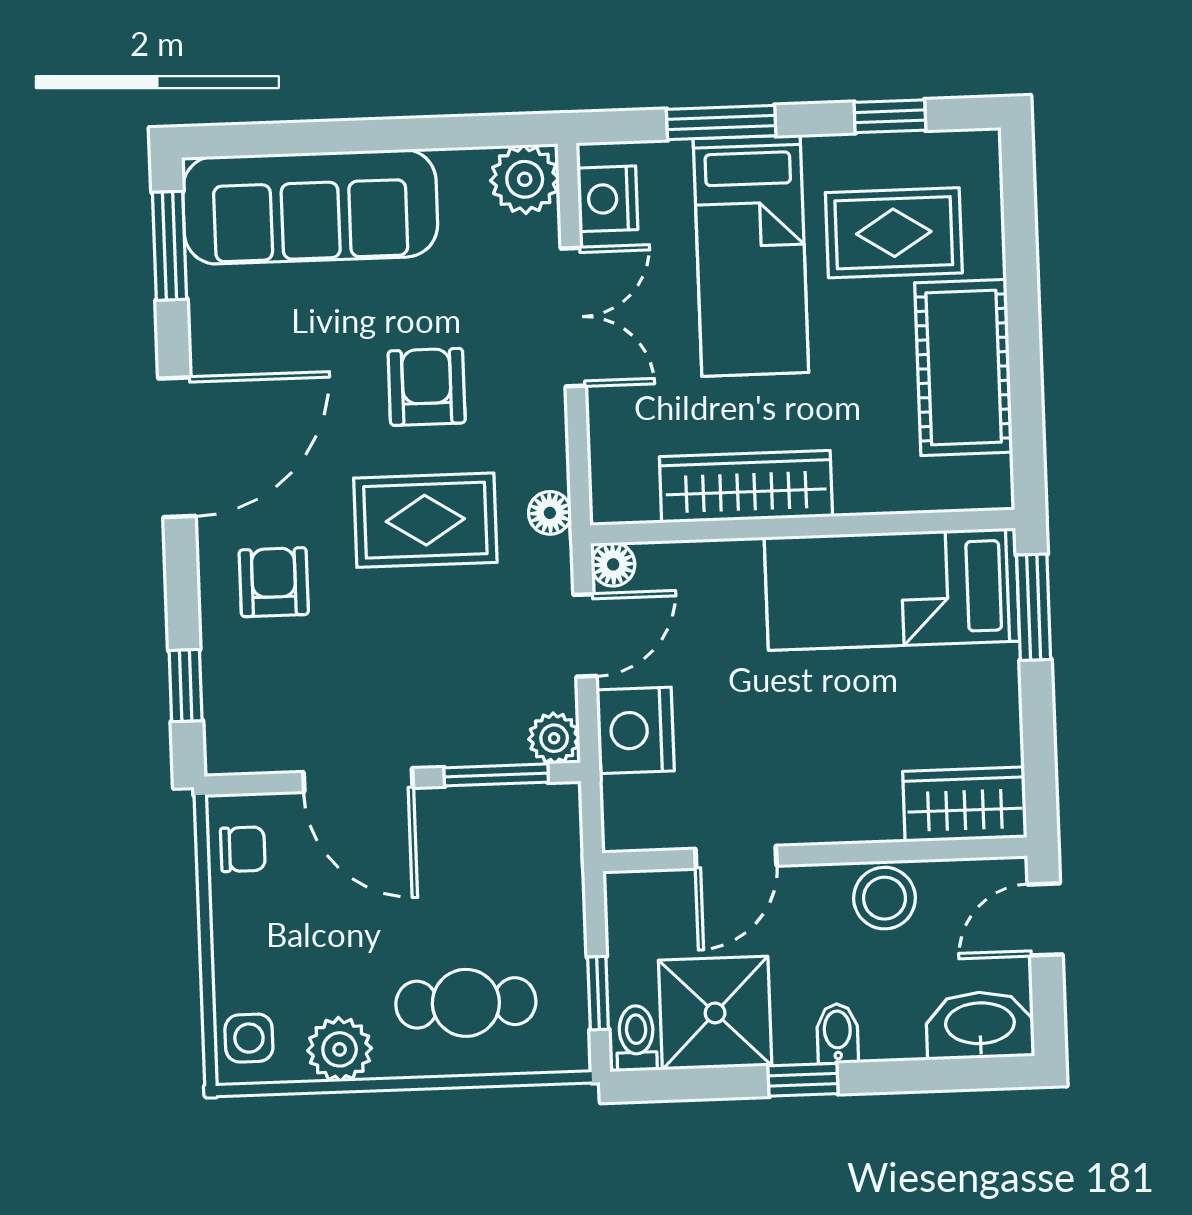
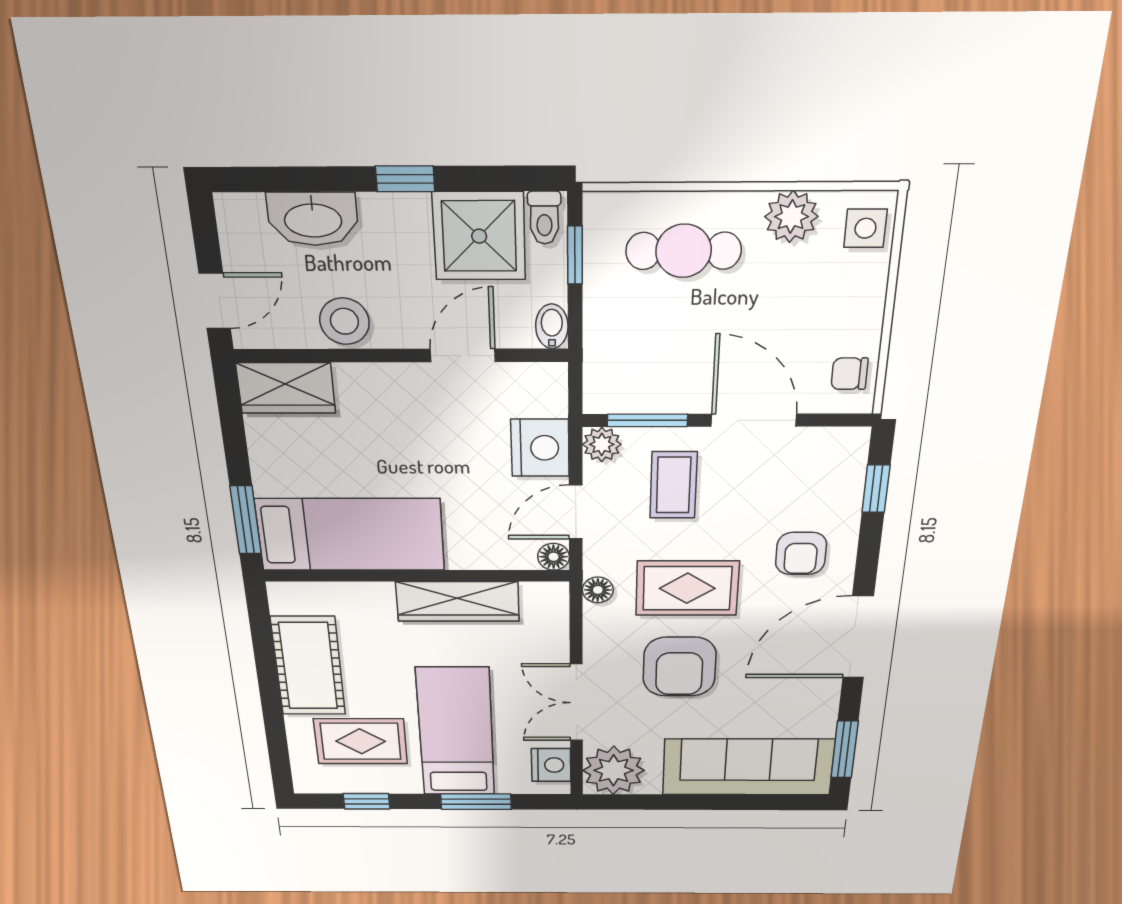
plant: (525, 179) -> (613, 770), width x1.36, depth x1.36
armchair: (427, 387) -> (679, 667), width x1.38, depth x1.38
coffee table: (456, 681) -> (673, 485), added
washbasin: (980, 1025) -> (313, 219), moved
bidet: (837, 1034) -> (552, 326), moved, turned 180

